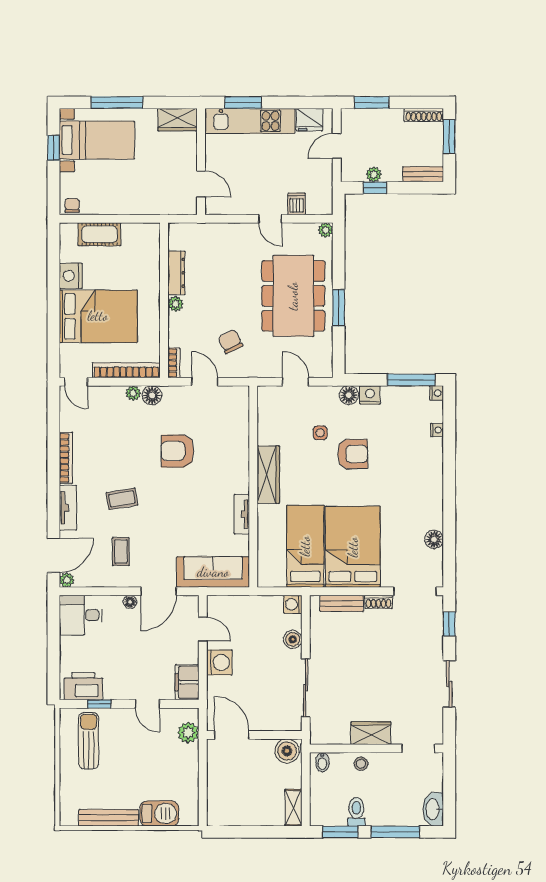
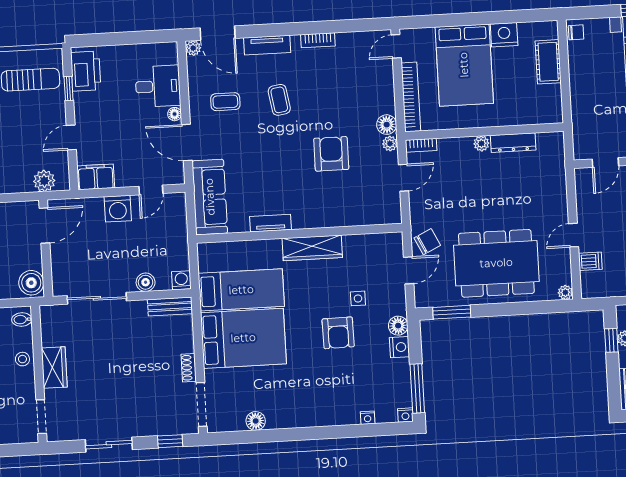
window: (339, 308) -> (452, 312), moved
chair: (230, 341) -> (427, 242), moved
plant: (133, 393) -> (390, 144), moved
bookcase: (66, 458) -> (318, 40), width x0.64
bench: (342, 603) -> (170, 307), moved, turned 90
desk: (81, 615) -> (158, 86), moved, turned 90

